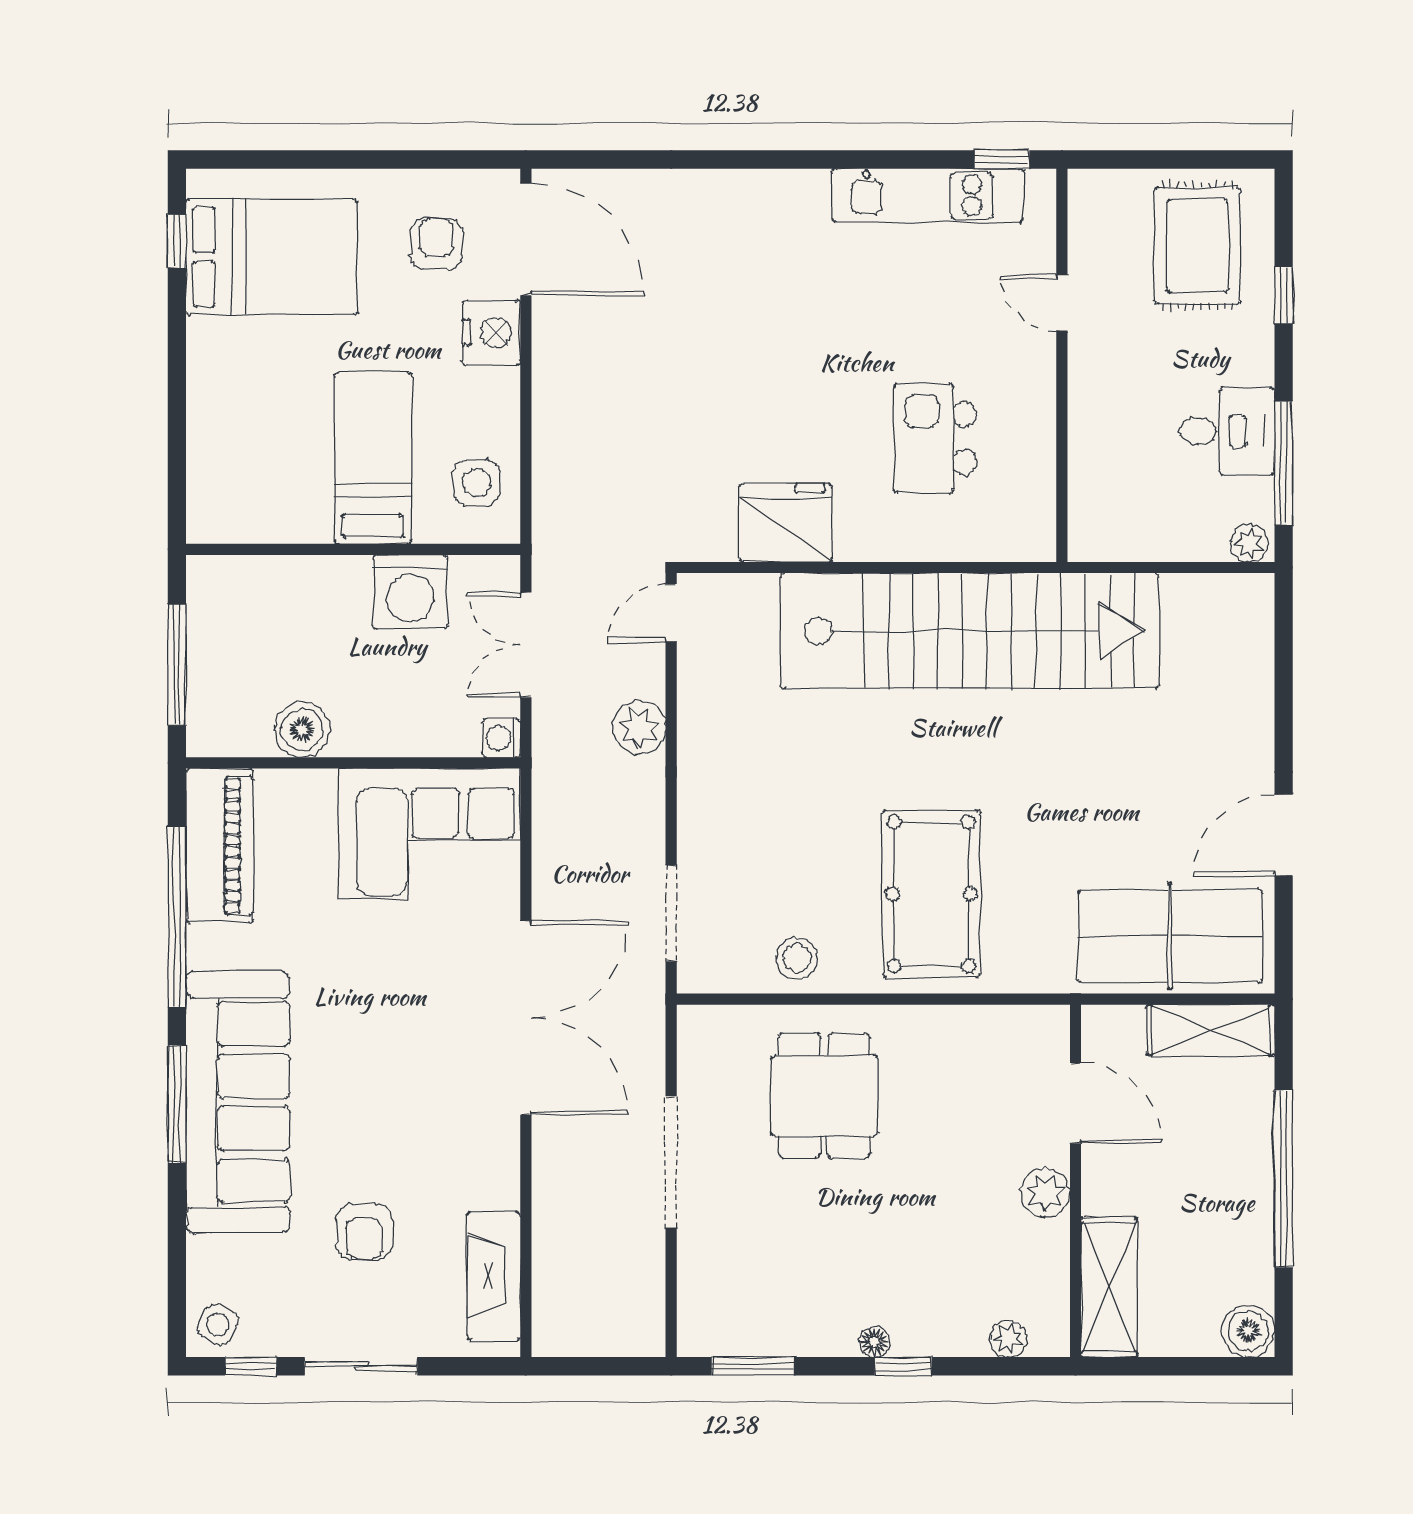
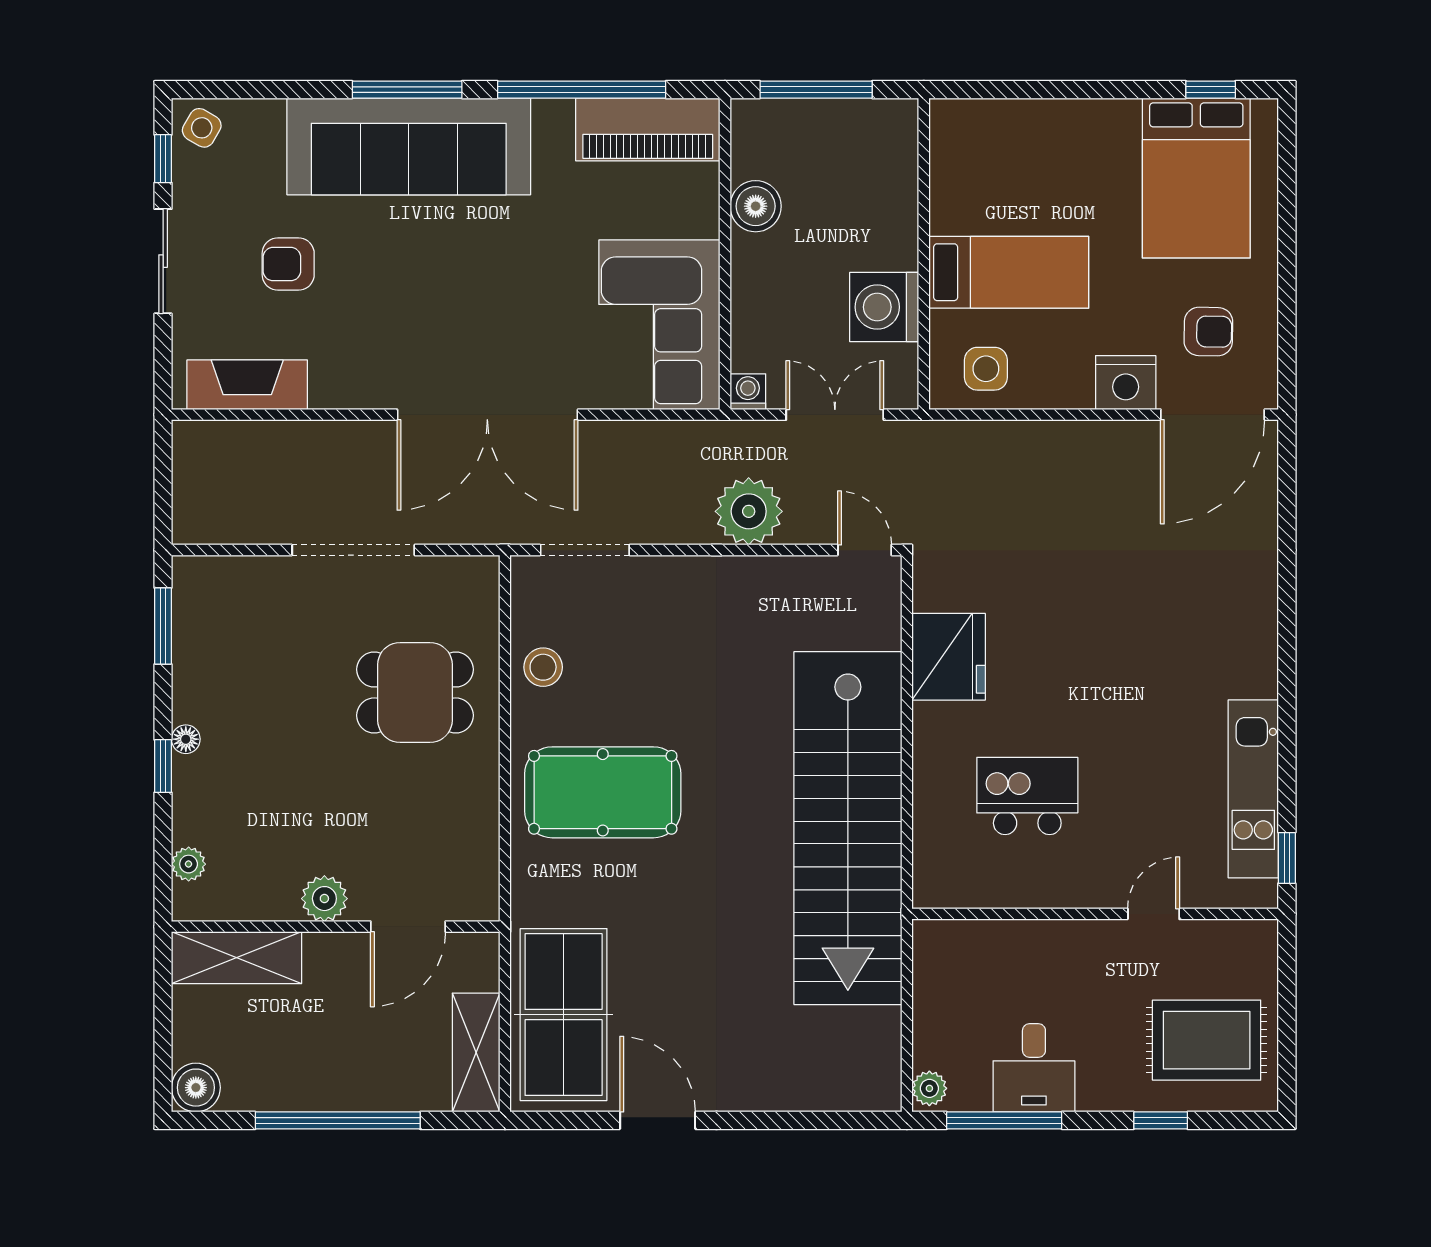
plant: (639, 728) -> (749, 511), width x1.36, depth x1.36

